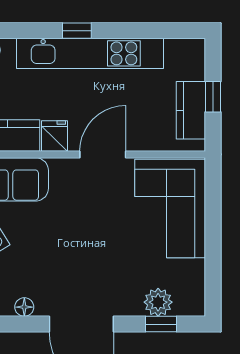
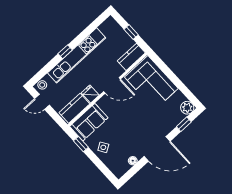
kitchen counter: (191, 110) -> (131, 57), moved, turned 90
door: (103, 154) -> (112, 85), swing flipped
plant: (158, 302) -> (187, 108), moved

